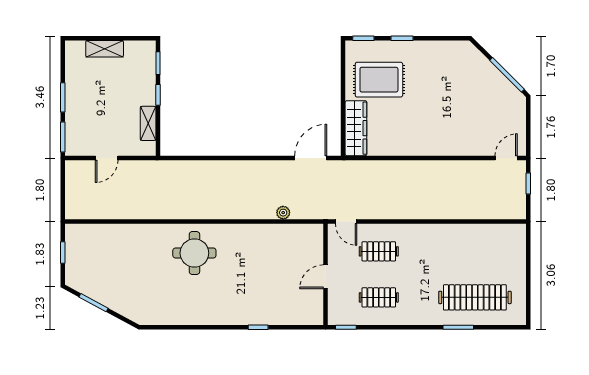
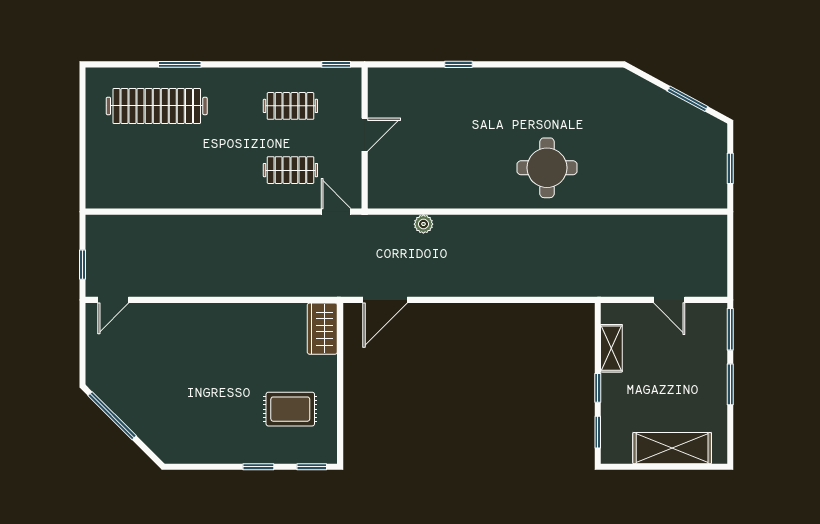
shelving: (105, 49) -> (672, 448), width x1.50, depth x1.33
rug: (379, 80) -> (290, 409), width x0.73, depth x0.70
wardrobe: (356, 128) -> (322, 329), width x0.67
door: (107, 158) -> (669, 300), swing flipped

